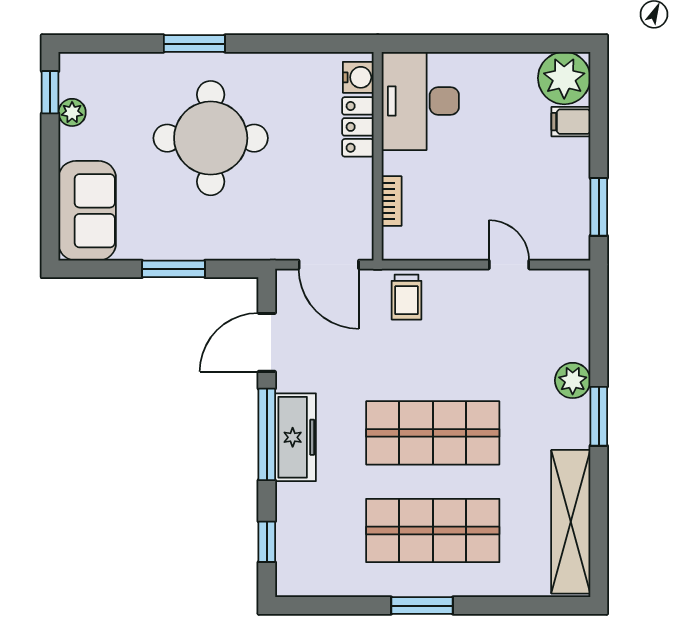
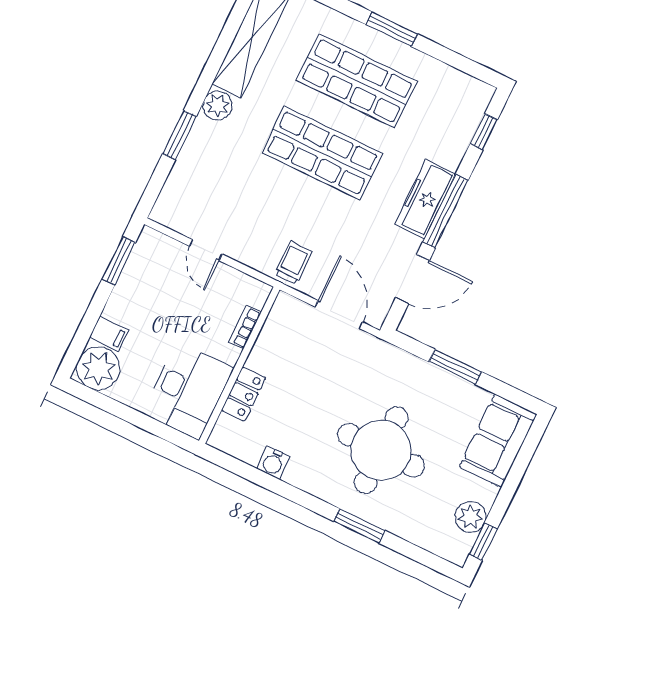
water cooler: (358, 77) -> (273, 463), moved, turned -90
desk: (420, 101) -> (188, 391), moved
plant: (72, 112) -> (470, 517), width x1.38, depth x1.38
locker: (358, 127) -> (244, 394), moved
wall: (378, 156) -> (239, 365), moved
bookcase: (392, 201) -> (245, 327), moved
plant: (573, 380) -> (218, 105), moved
window: (599, 416) -> (180, 135), moved

